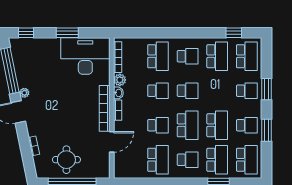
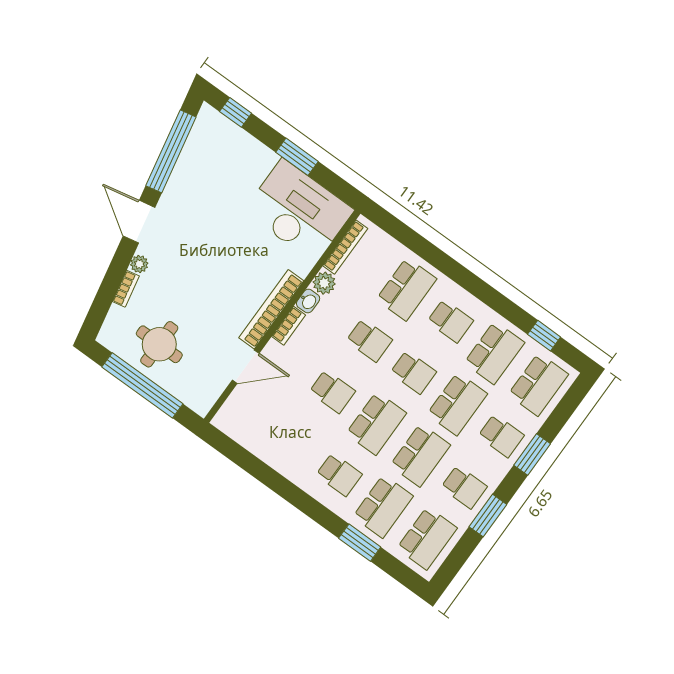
plant: (24, 93) -> (139, 264), moved
school desk: (158, 160) -> (457, 404), moved

